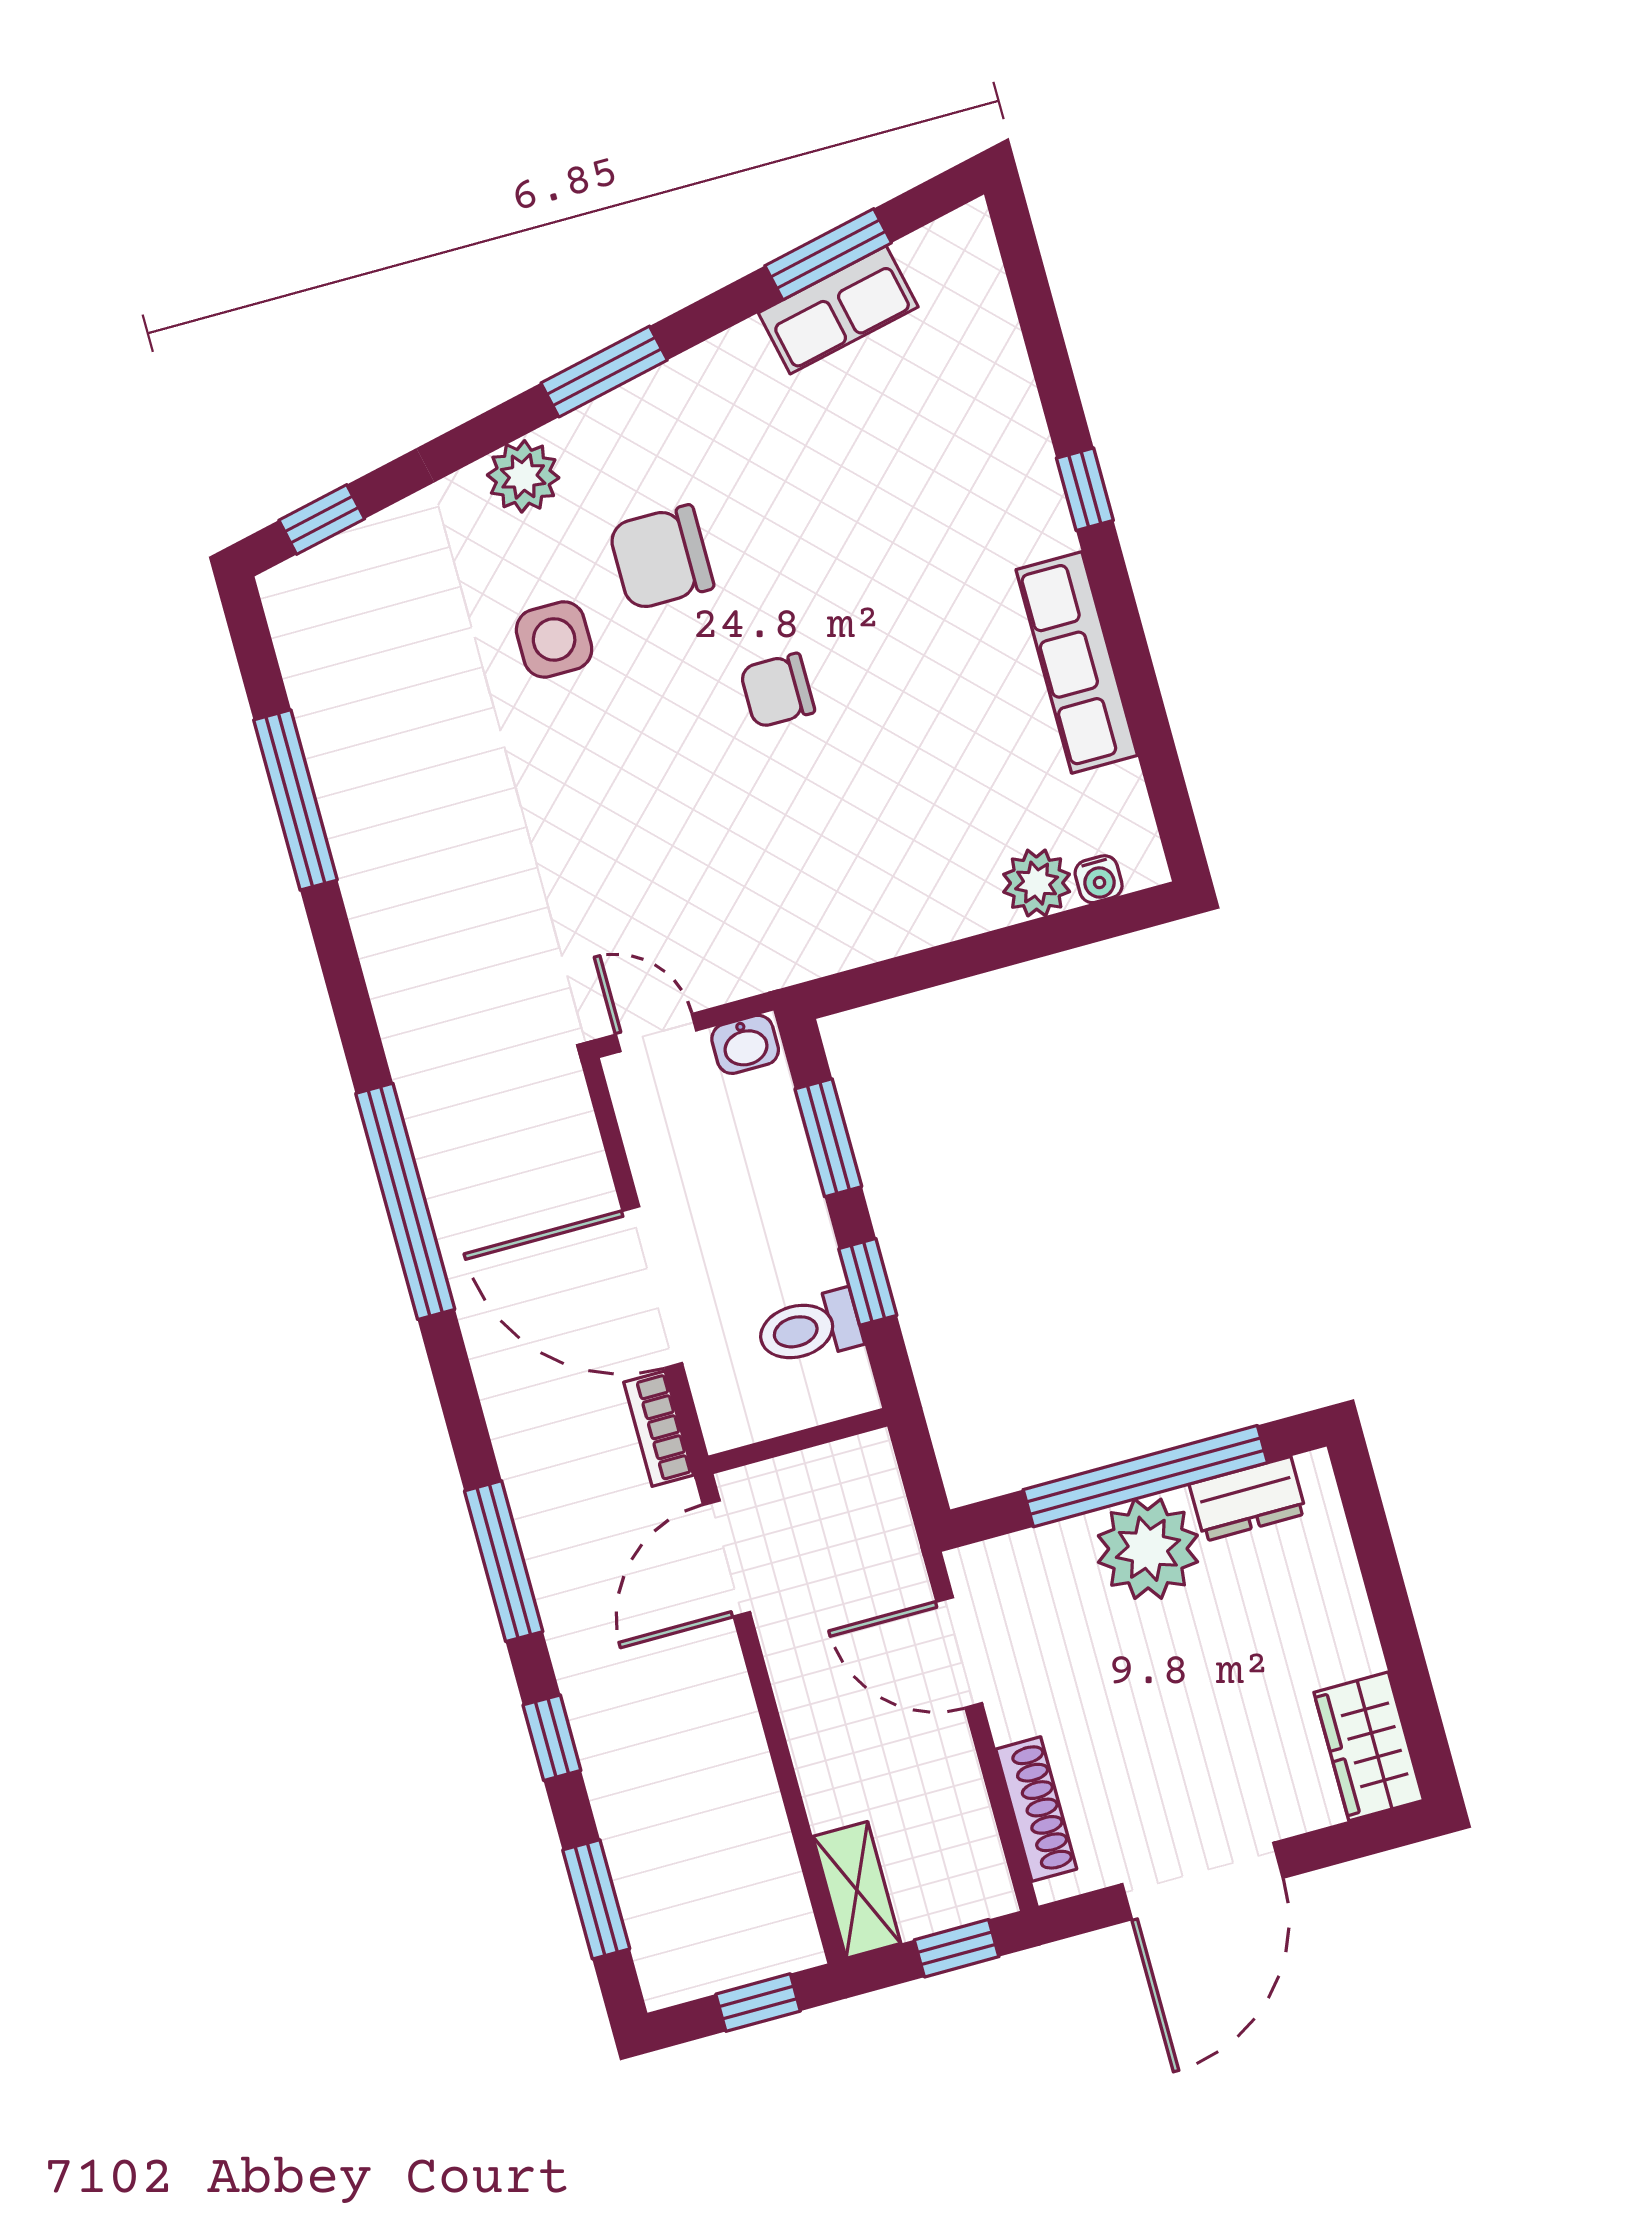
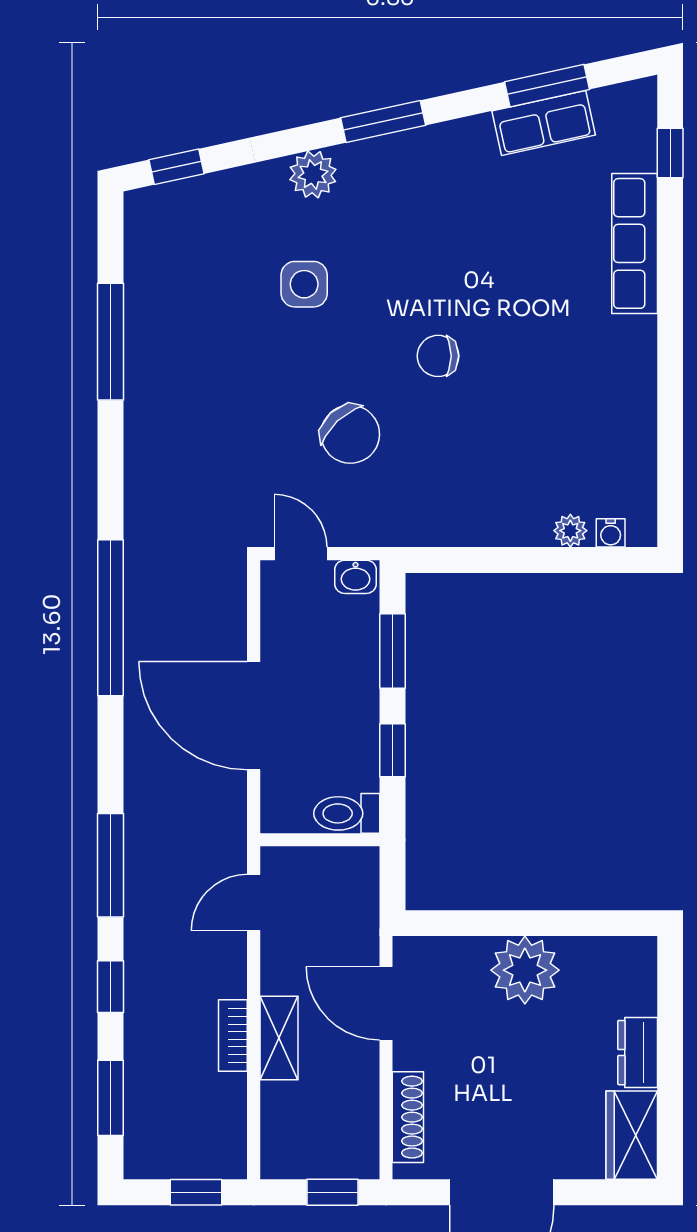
window: (1085, 489) -> (670, 153), moved
chair: (661, 557) -> (350, 434), moved, turned -133
row of seats: (1077, 662) -> (635, 243), moved
plant: (1037, 883) -> (570, 531), width x0.73, depth x0.73
toilet: (809, 1328) -> (347, 813), moved
bookcase: (659, 1429) -> (233, 1036), moved
window: (1145, 1476) -> (536, 923), removed
dresser: (1248, 1499) -> (638, 1053), moved, turned 90
door: (727, 1559) -> (254, 903), width x0.73
shelving: (857, 1890) -> (279, 1038), moved

